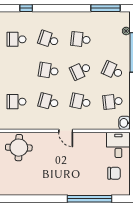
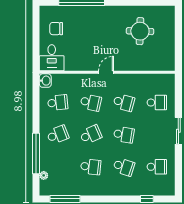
school desk: (113, 70) -> (58, 135), turned -45
door: (66, 131) -> (106, 72), hinge flipped
round table: (19, 148) -> (140, 31), moved

